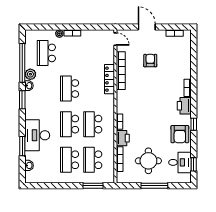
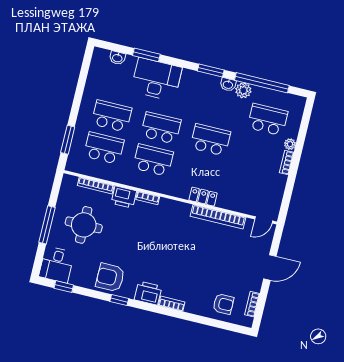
armchair: (150, 61) -> (223, 304), moved
locker: (109, 79) -> (203, 197), width x0.66
desk: (180, 162) -> (56, 265), moved

